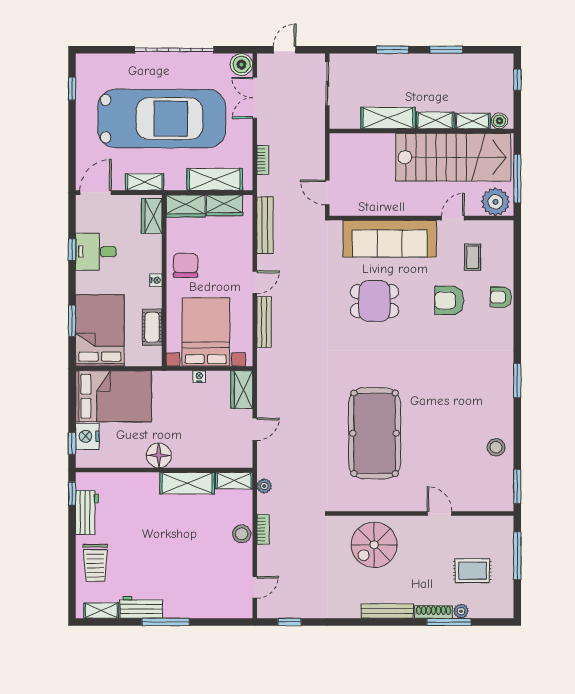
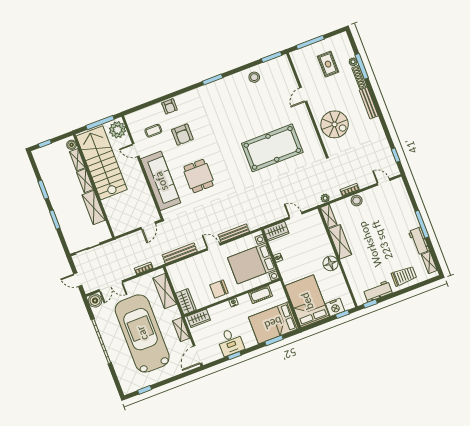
door: (96, 193) -> (198, 355), hinge flipped
wardrobe: (225, 205) -> (177, 280), removed

